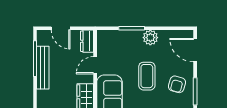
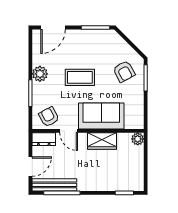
bench: (43, 68) -> (54, 185), moved
armchair: (177, 84) -> (49, 117), moved, turned -134

